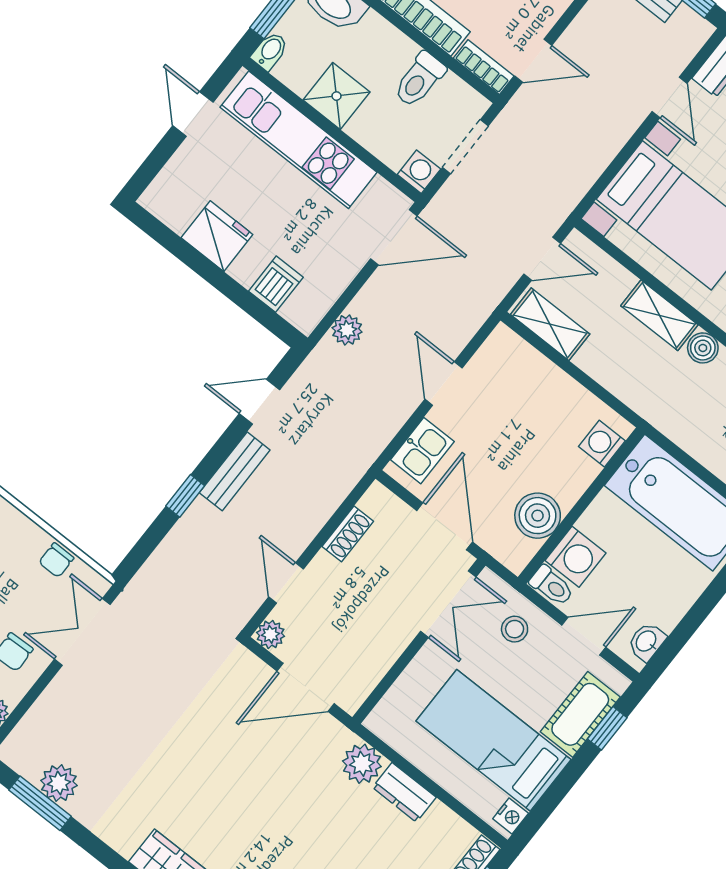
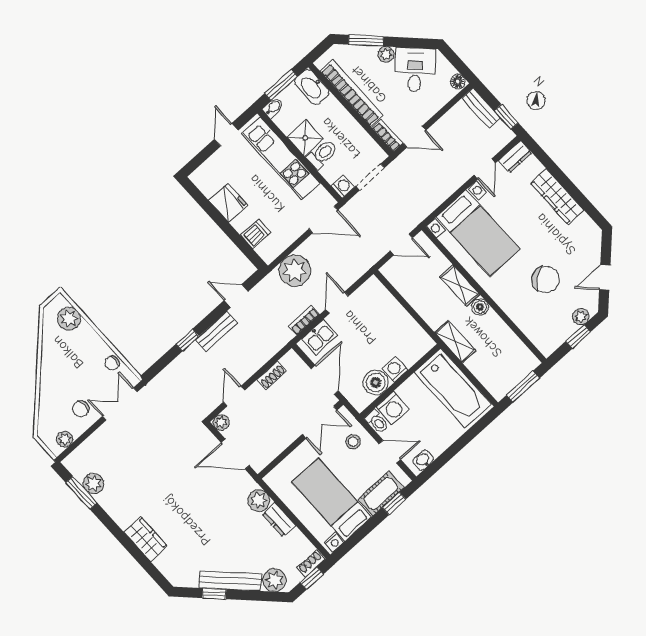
toilet: (419, 80) -> (322, 154), moved, turned 180
shelving: (550, 324) -> (455, 342), moved
plant: (347, 330) -> (295, 271), width x1.87, depth x1.87
bookcase: (390, 425) -> (304, 320), added
washing machine: (602, 444) -> (395, 369), moved

